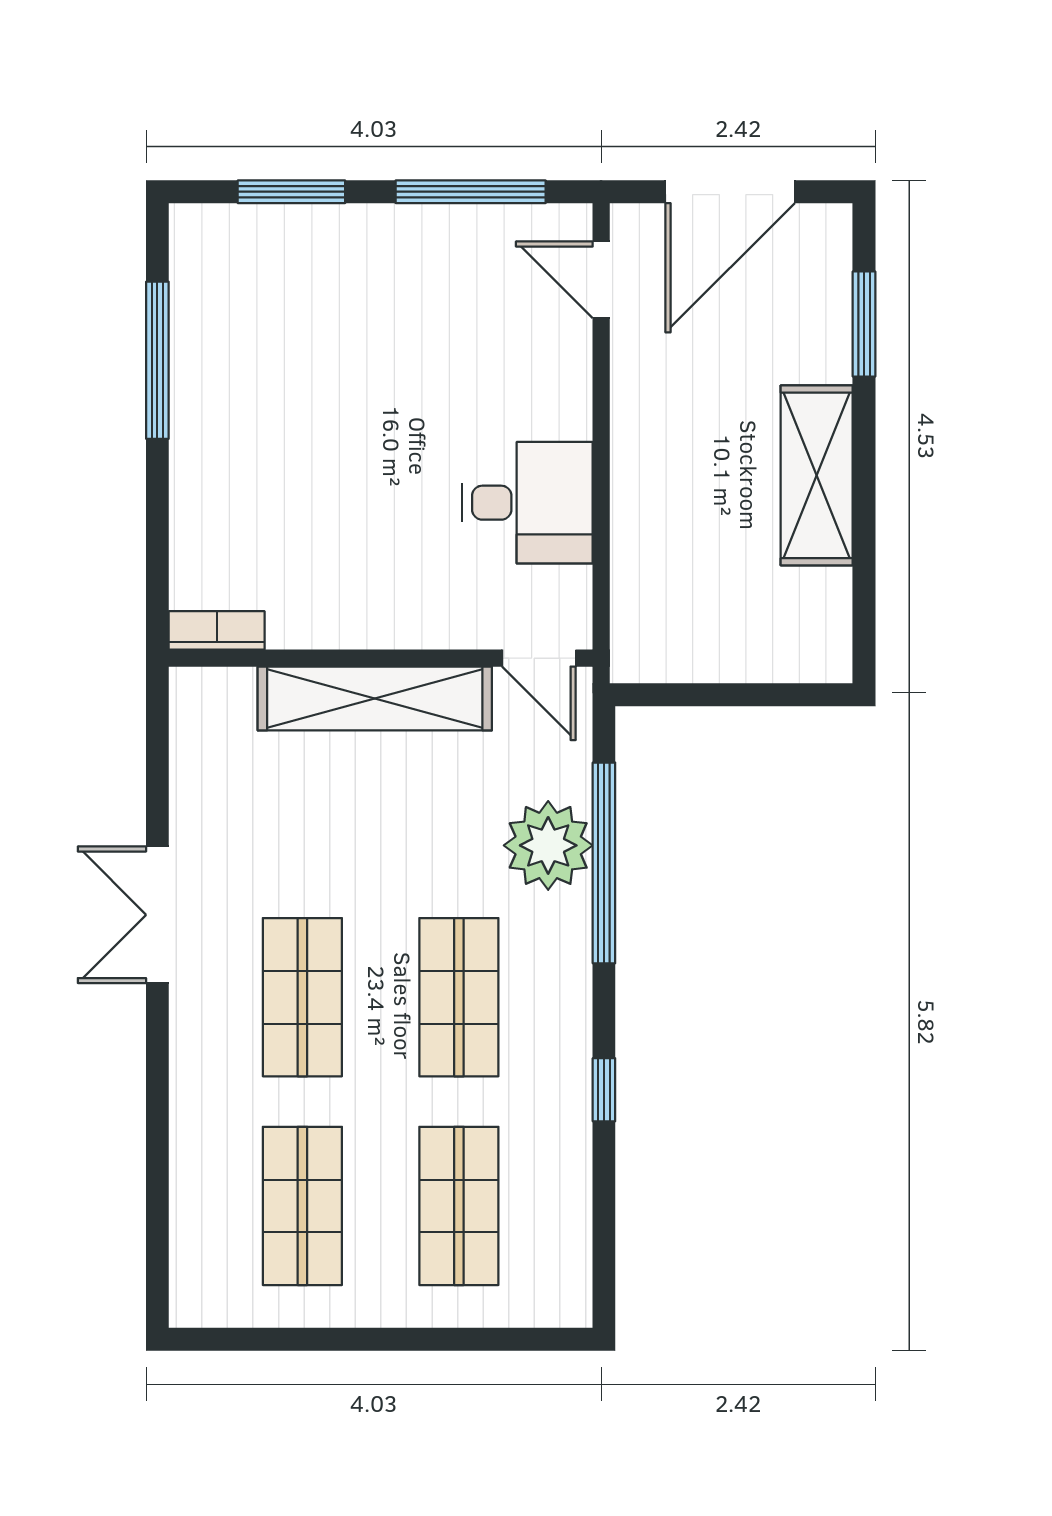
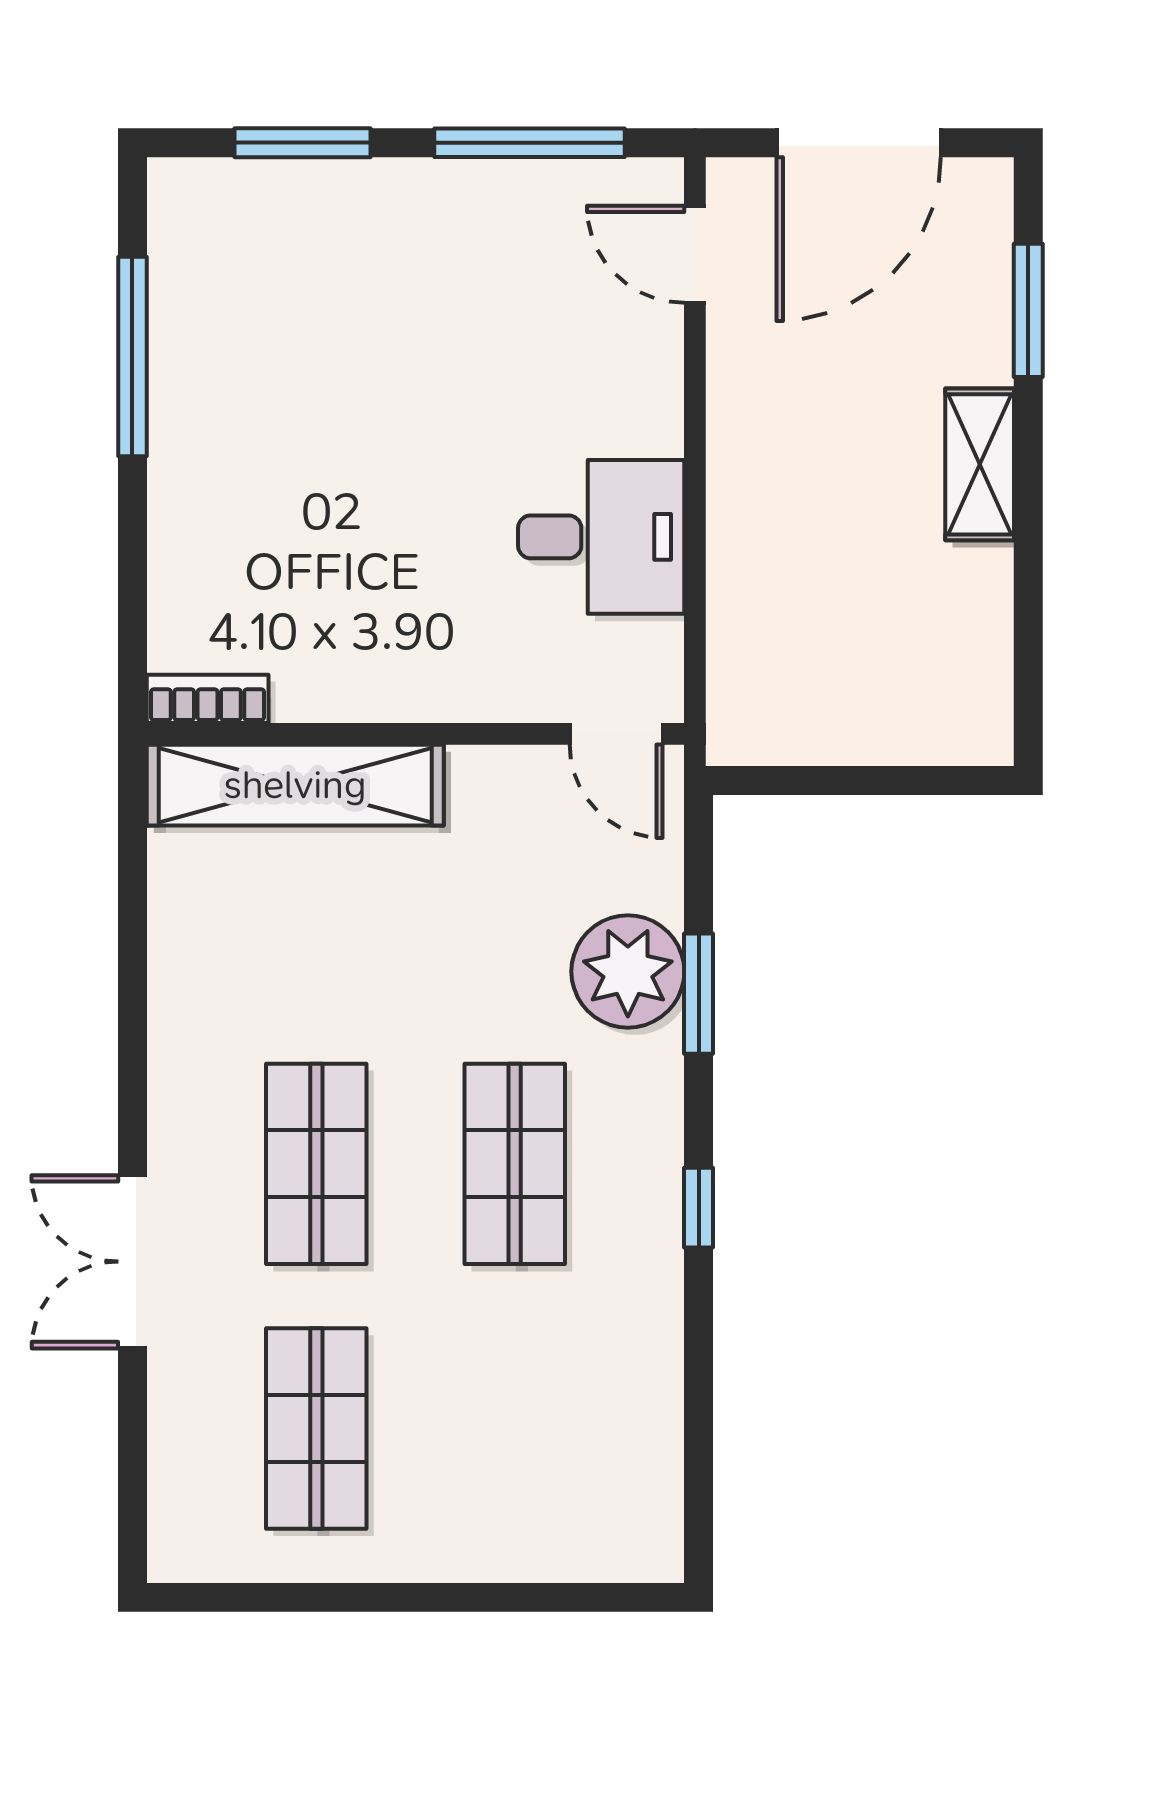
shelving: (817, 475) -> (980, 464), width x0.67, depth x0.75
shelving: (375, 698) -> (295, 785), moved
window: (604, 863) -> (699, 994), width x0.47
double door: (157, 915) -> (132, 1262), moved
window: (604, 1090) -> (699, 1208), moved
shop shelf: (459, 1206) -> (515, 1428), removed

